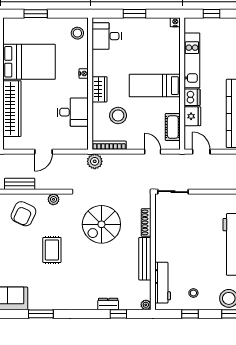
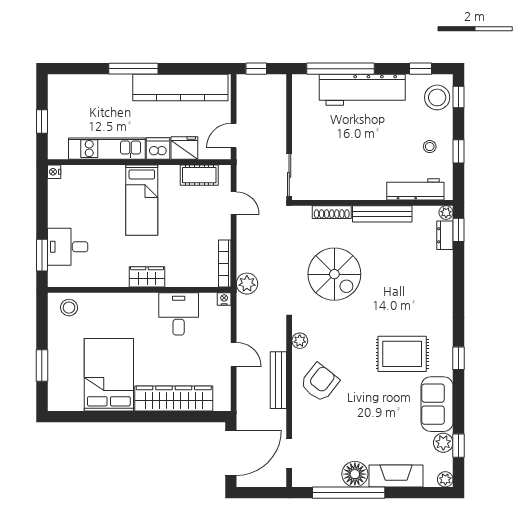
window: (134, 14) -> (42, 255), moved
desk: (107, 36) -> (68, 247), moved, turned 90
nightstand: (84, 74) -> (224, 299), moved
stool: (118, 115) -> (183, 251), removed
door: (153, 152) -> (234, 203), swing flipped
bench: (20, 184) -> (278, 380), width x1.36
armchair: (23, 214) -> (320, 382), turned -77
rug: (52, 250) -> (402, 354), moved, width x1.36, depth x1.43
dresser: (108, 304) -> (445, 235), moved
window: (41, 314) -> (459, 358), width x0.67
window: (118, 314) -> (459, 230), moved

